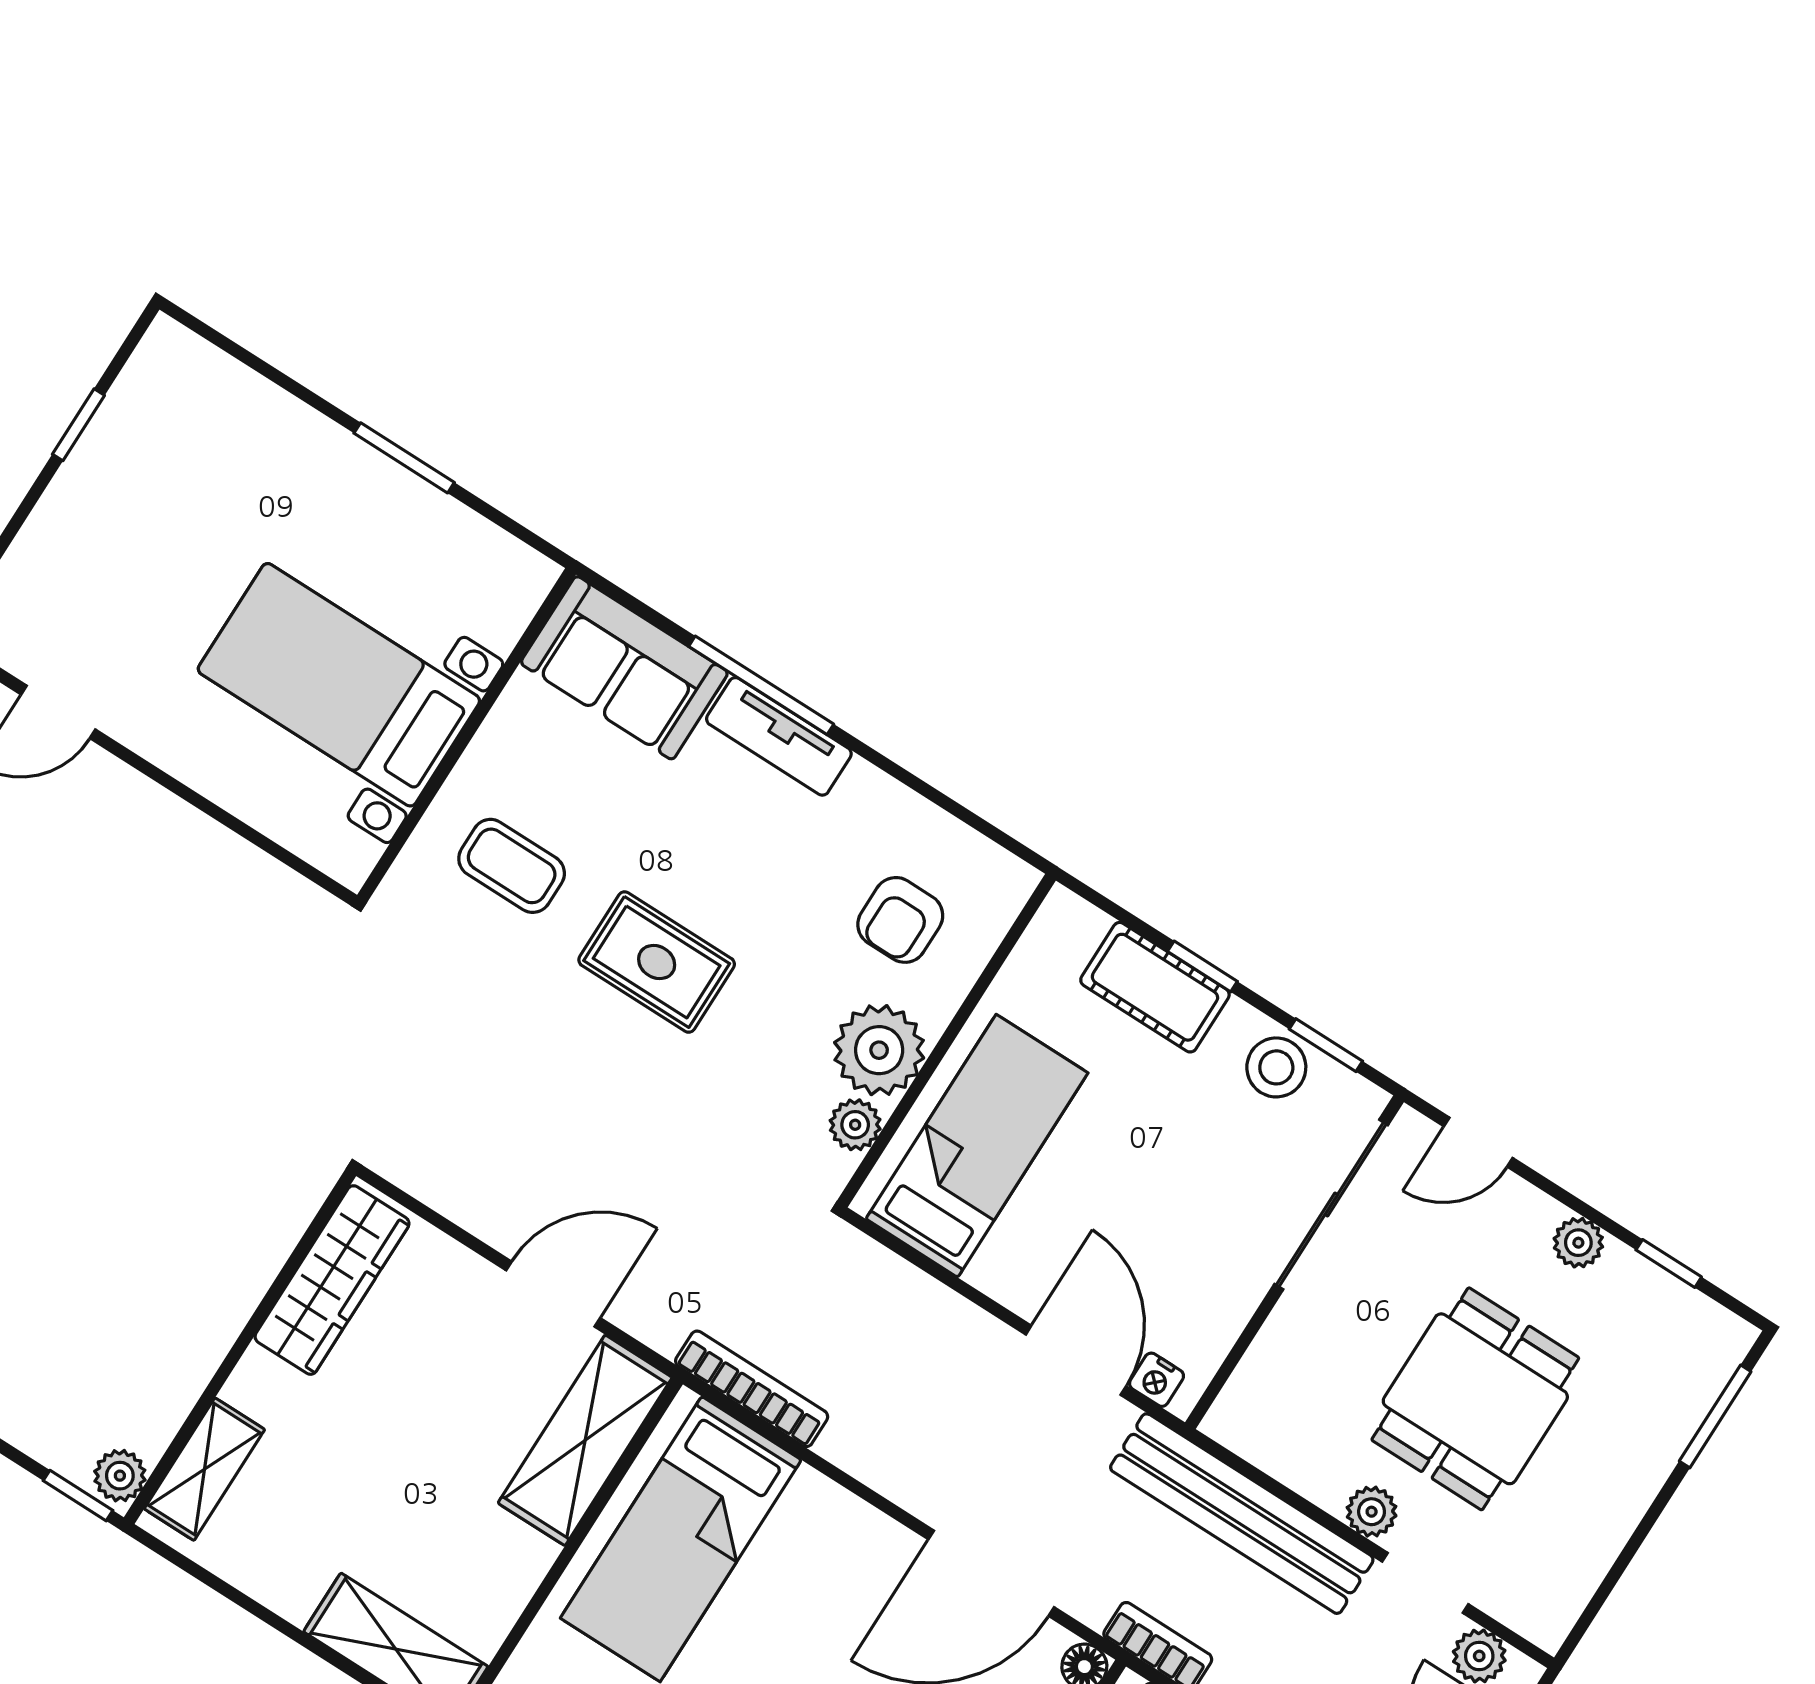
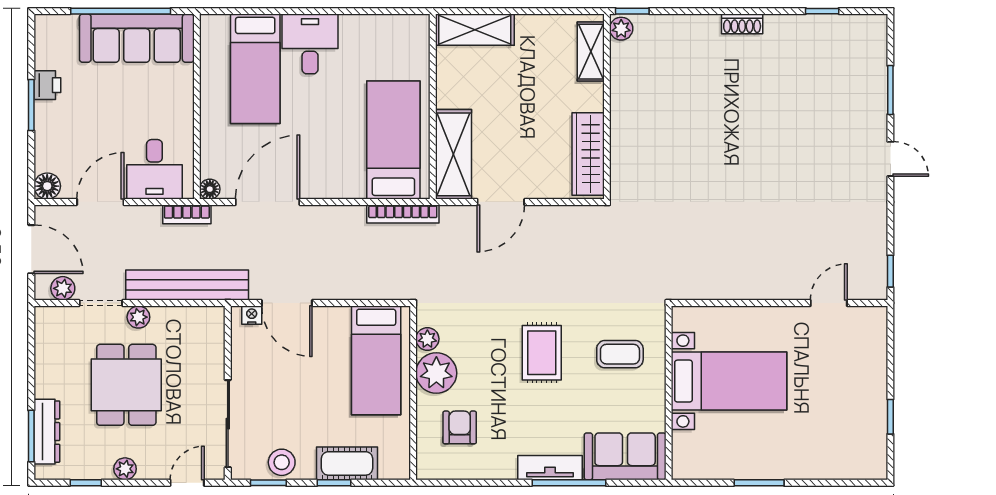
rug: (657, 962) -> (542, 353), turned 90
dresser: (1681, 1406) -> (47, 432), added

